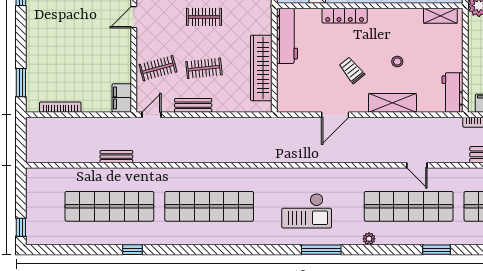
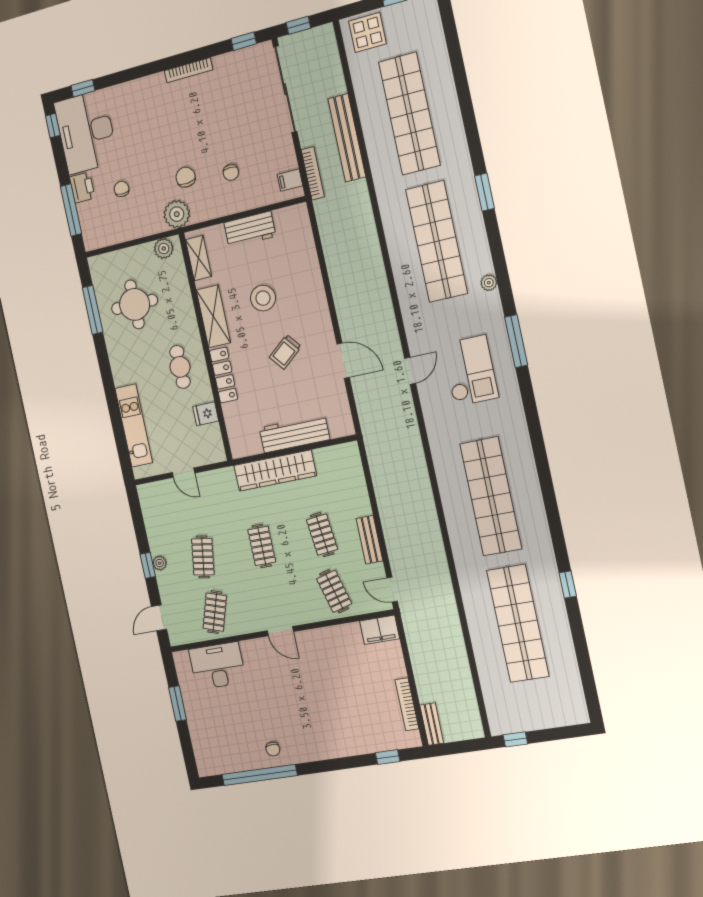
workbench: (287, 36) -> (294, 434), moved
stool: (397, 61) -> (263, 298), width x1.89, depth x1.89
wardrobe: (261, 68) -> (275, 471), moved
window: (21, 83) -> (388, 757), width x0.67
workbench: (452, 92) -> (250, 229), moved
shelving: (392, 103) -> (213, 316), moved
bench: (116, 157) -> (432, 724), moved
door: (417, 165) -> (410, 371), moved
window: (21, 227) -> (515, 739), moved

